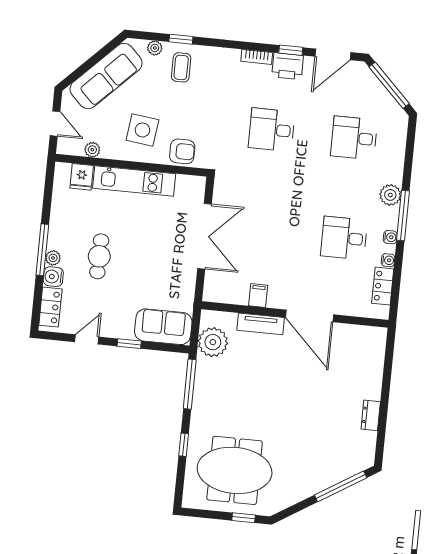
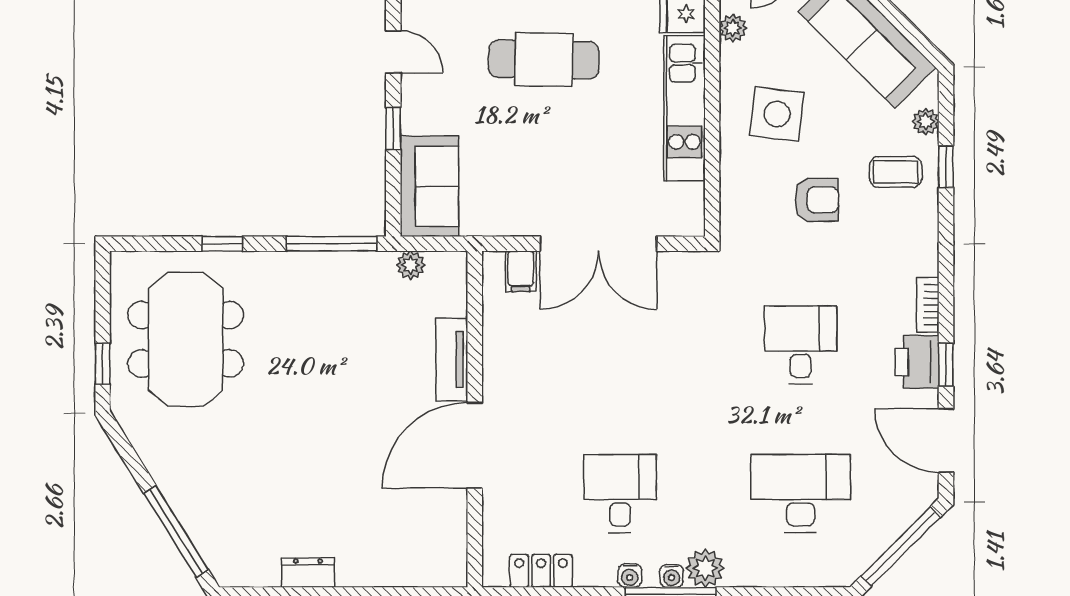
desk: (354, 138) -> (801, 493), width x1.37
armchair: (182, 151) -> (817, 200), moved, turned -90
cafe table: (99, 256) -> (544, 59), width x1.37, depth x1.35
water cooler: (388, 260) -> (672, 576), moved
filing cabinet: (258, 295) -> (521, 271), moved, turned 90
plant: (213, 342) -> (411, 265), width x0.53, depth x0.53

